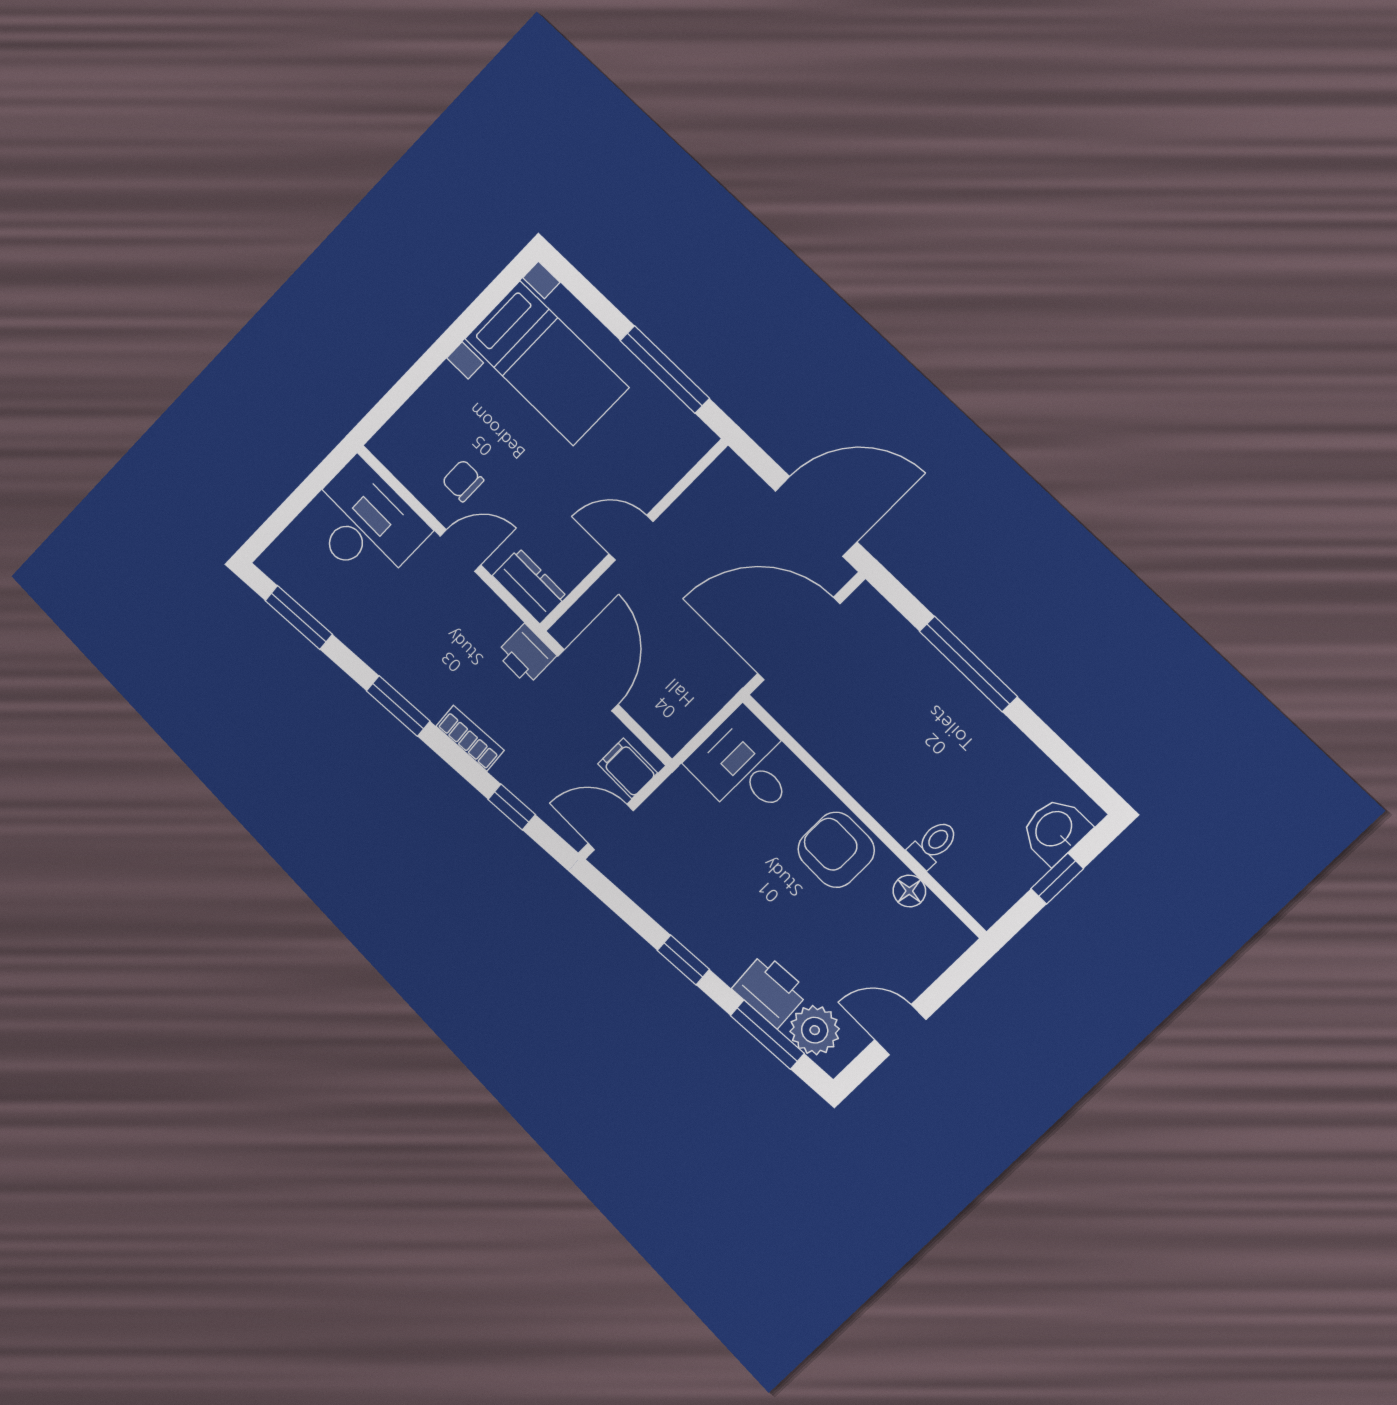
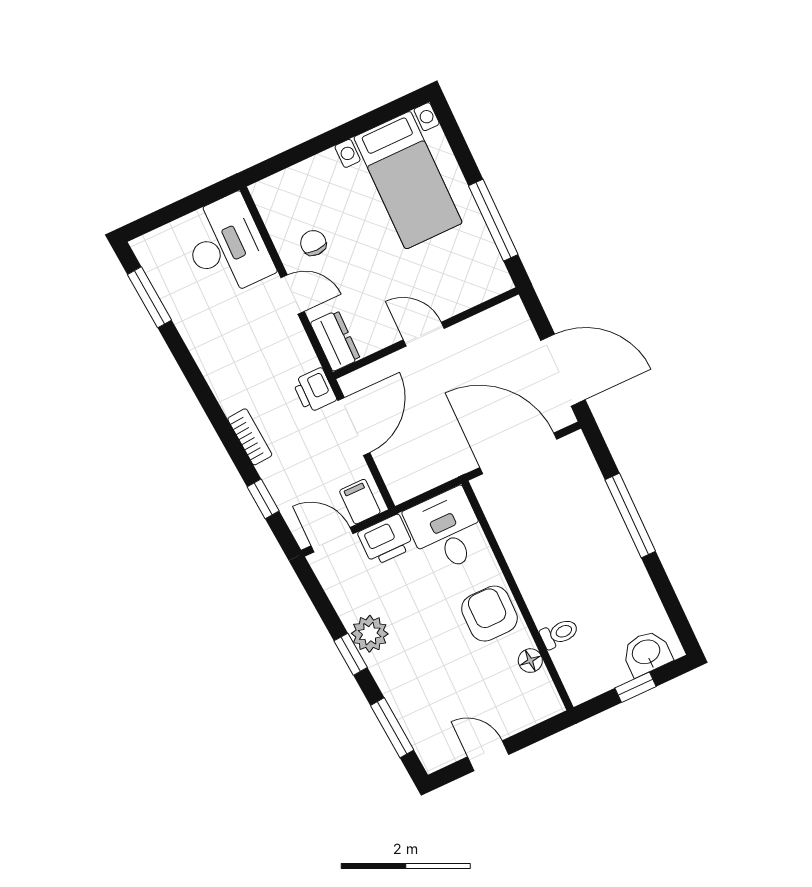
window: (398, 706) -> (203, 393), removed
printer: (770, 990) -> (386, 540), moved, turned 95
plant: (815, 1030) -> (370, 634), moved

